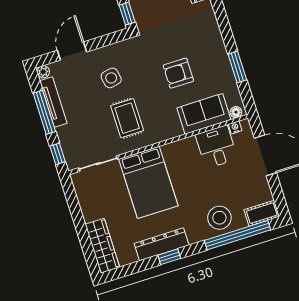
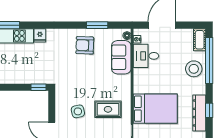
armchair: (178, 73) -> (85, 45), moved, turned 92

